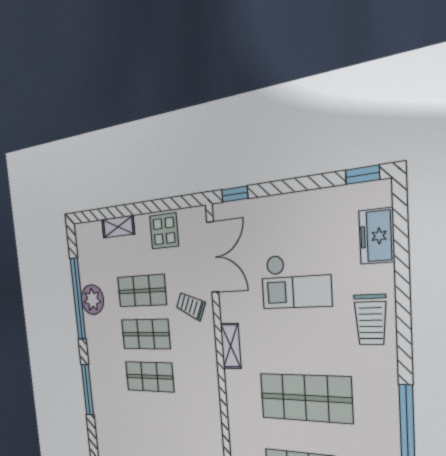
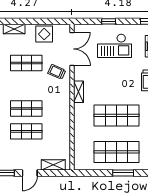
window: (235, 194) -> (109, 21), moved
checkout: (296, 281) -> (114, 46), moved
shop shelf: (146, 334) -> (26, 131), moved

